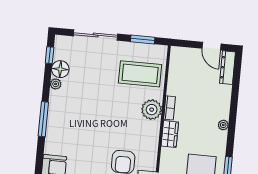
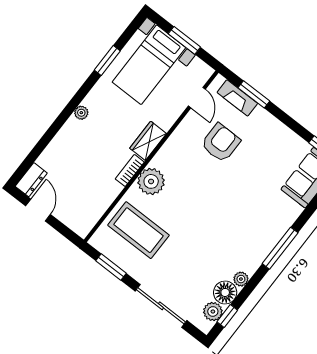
plant: (60, 52) -> (213, 311), added
dresser: (227, 68) -> (31, 180), width x0.70

